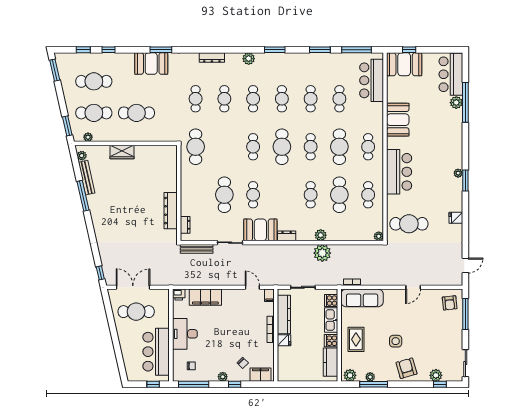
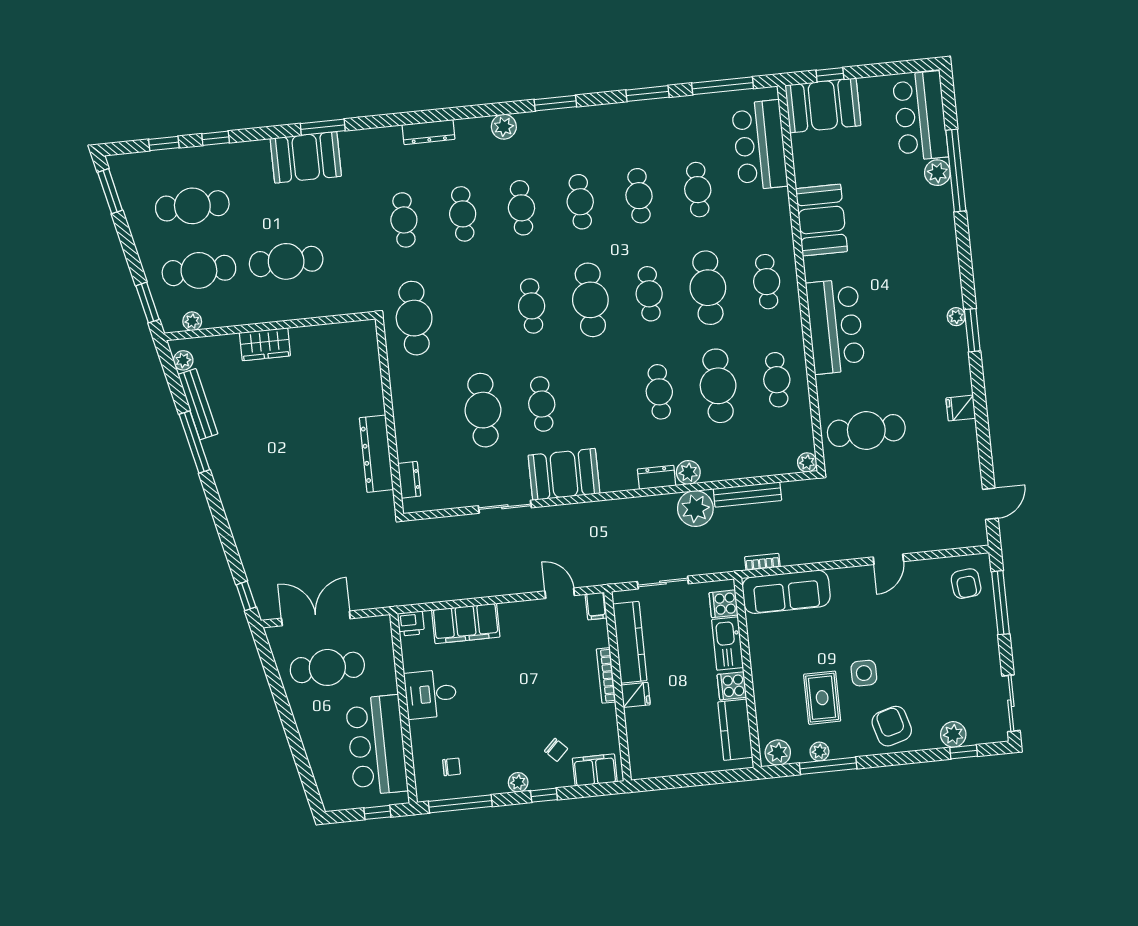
dresser: (287, 236) -> (657, 477), moved
bench: (197, 249) -> (747, 495), moved
desk: (185, 334) -> (431, 694), width x0.73
rug: (356, 339) -> (822, 698), moved

